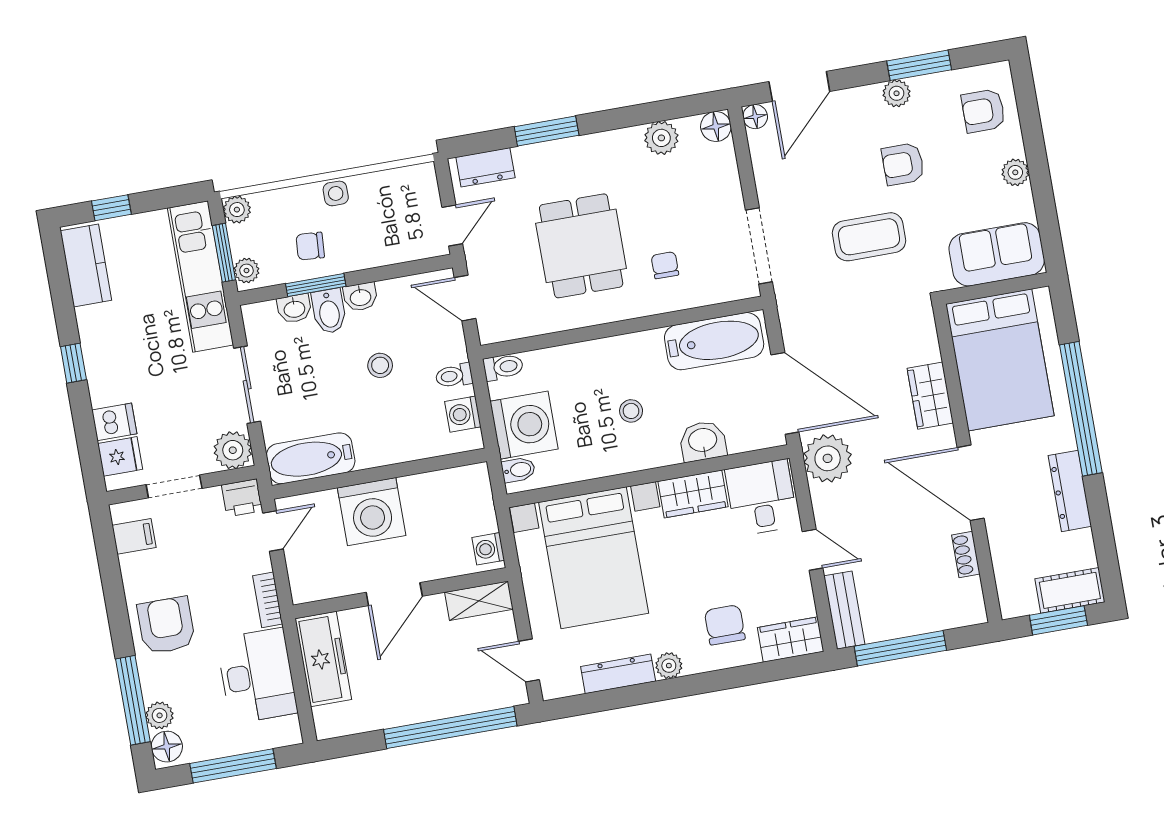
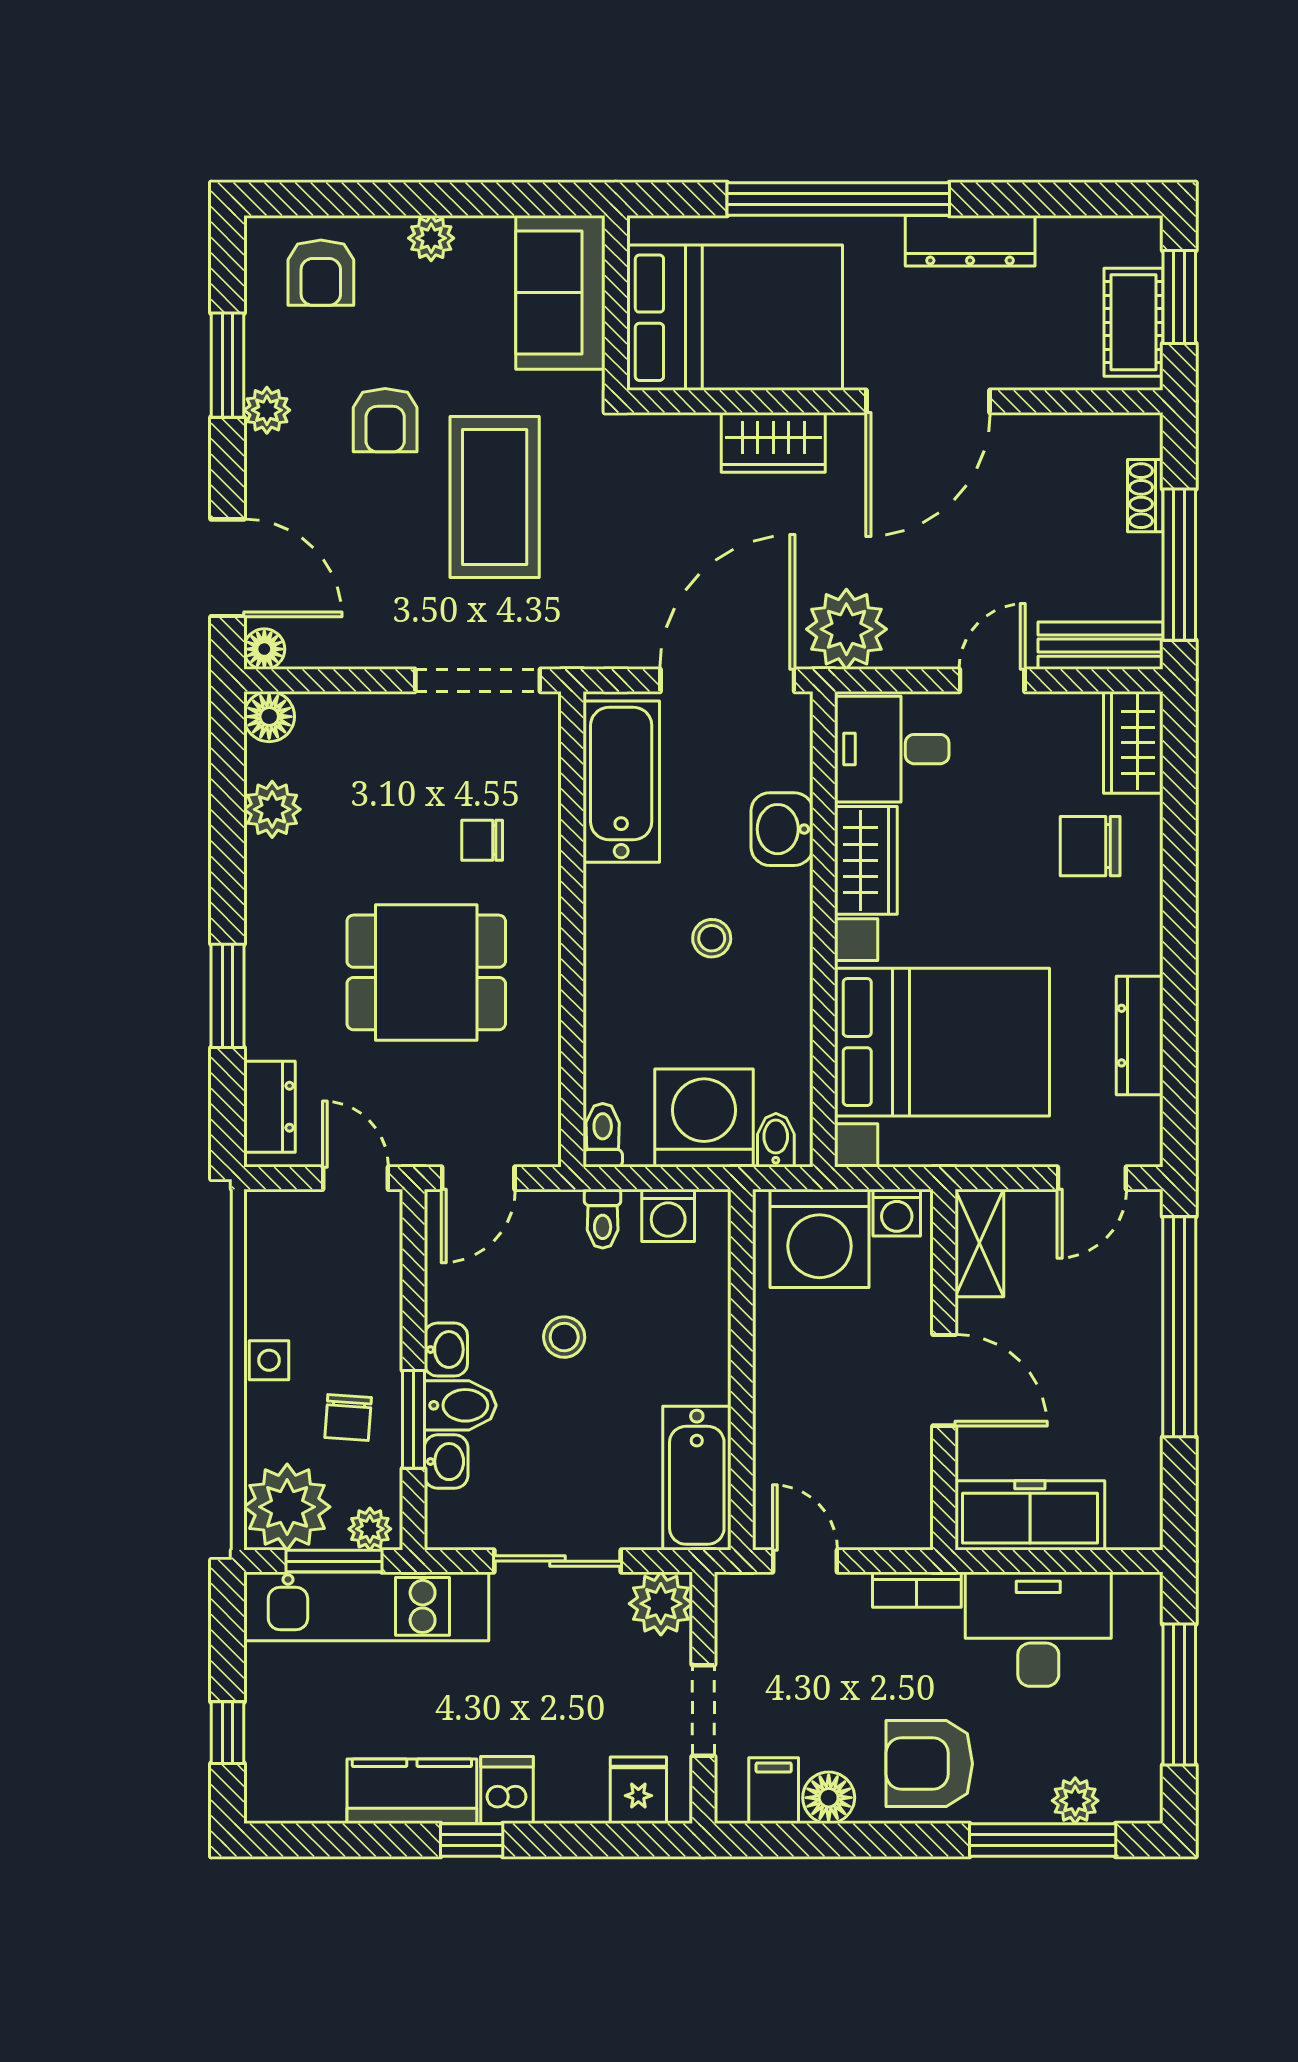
plant: (237, 210) -> (287, 1507), width x1.88, depth x1.88
coffee table: (869, 237) -> (495, 497), width x1.36, depth x1.32
kitchen counter: (86, 265) -> (412, 1791), moved
dishwasher: (114, 422) -> (507, 1790), moved
printer: (242, 498) -> (742, 1602), removed
washing machine: (372, 512) -> (820, 1238), moved, turned 90
shoe rack: (966, 554) -> (1145, 496), moved, turned 90
cot: (1070, 590) -> (1133, 322), moved
plant: (669, 666) -> (1141, 950), removed
floor lamp: (167, 747) -> (829, 1798), moved

